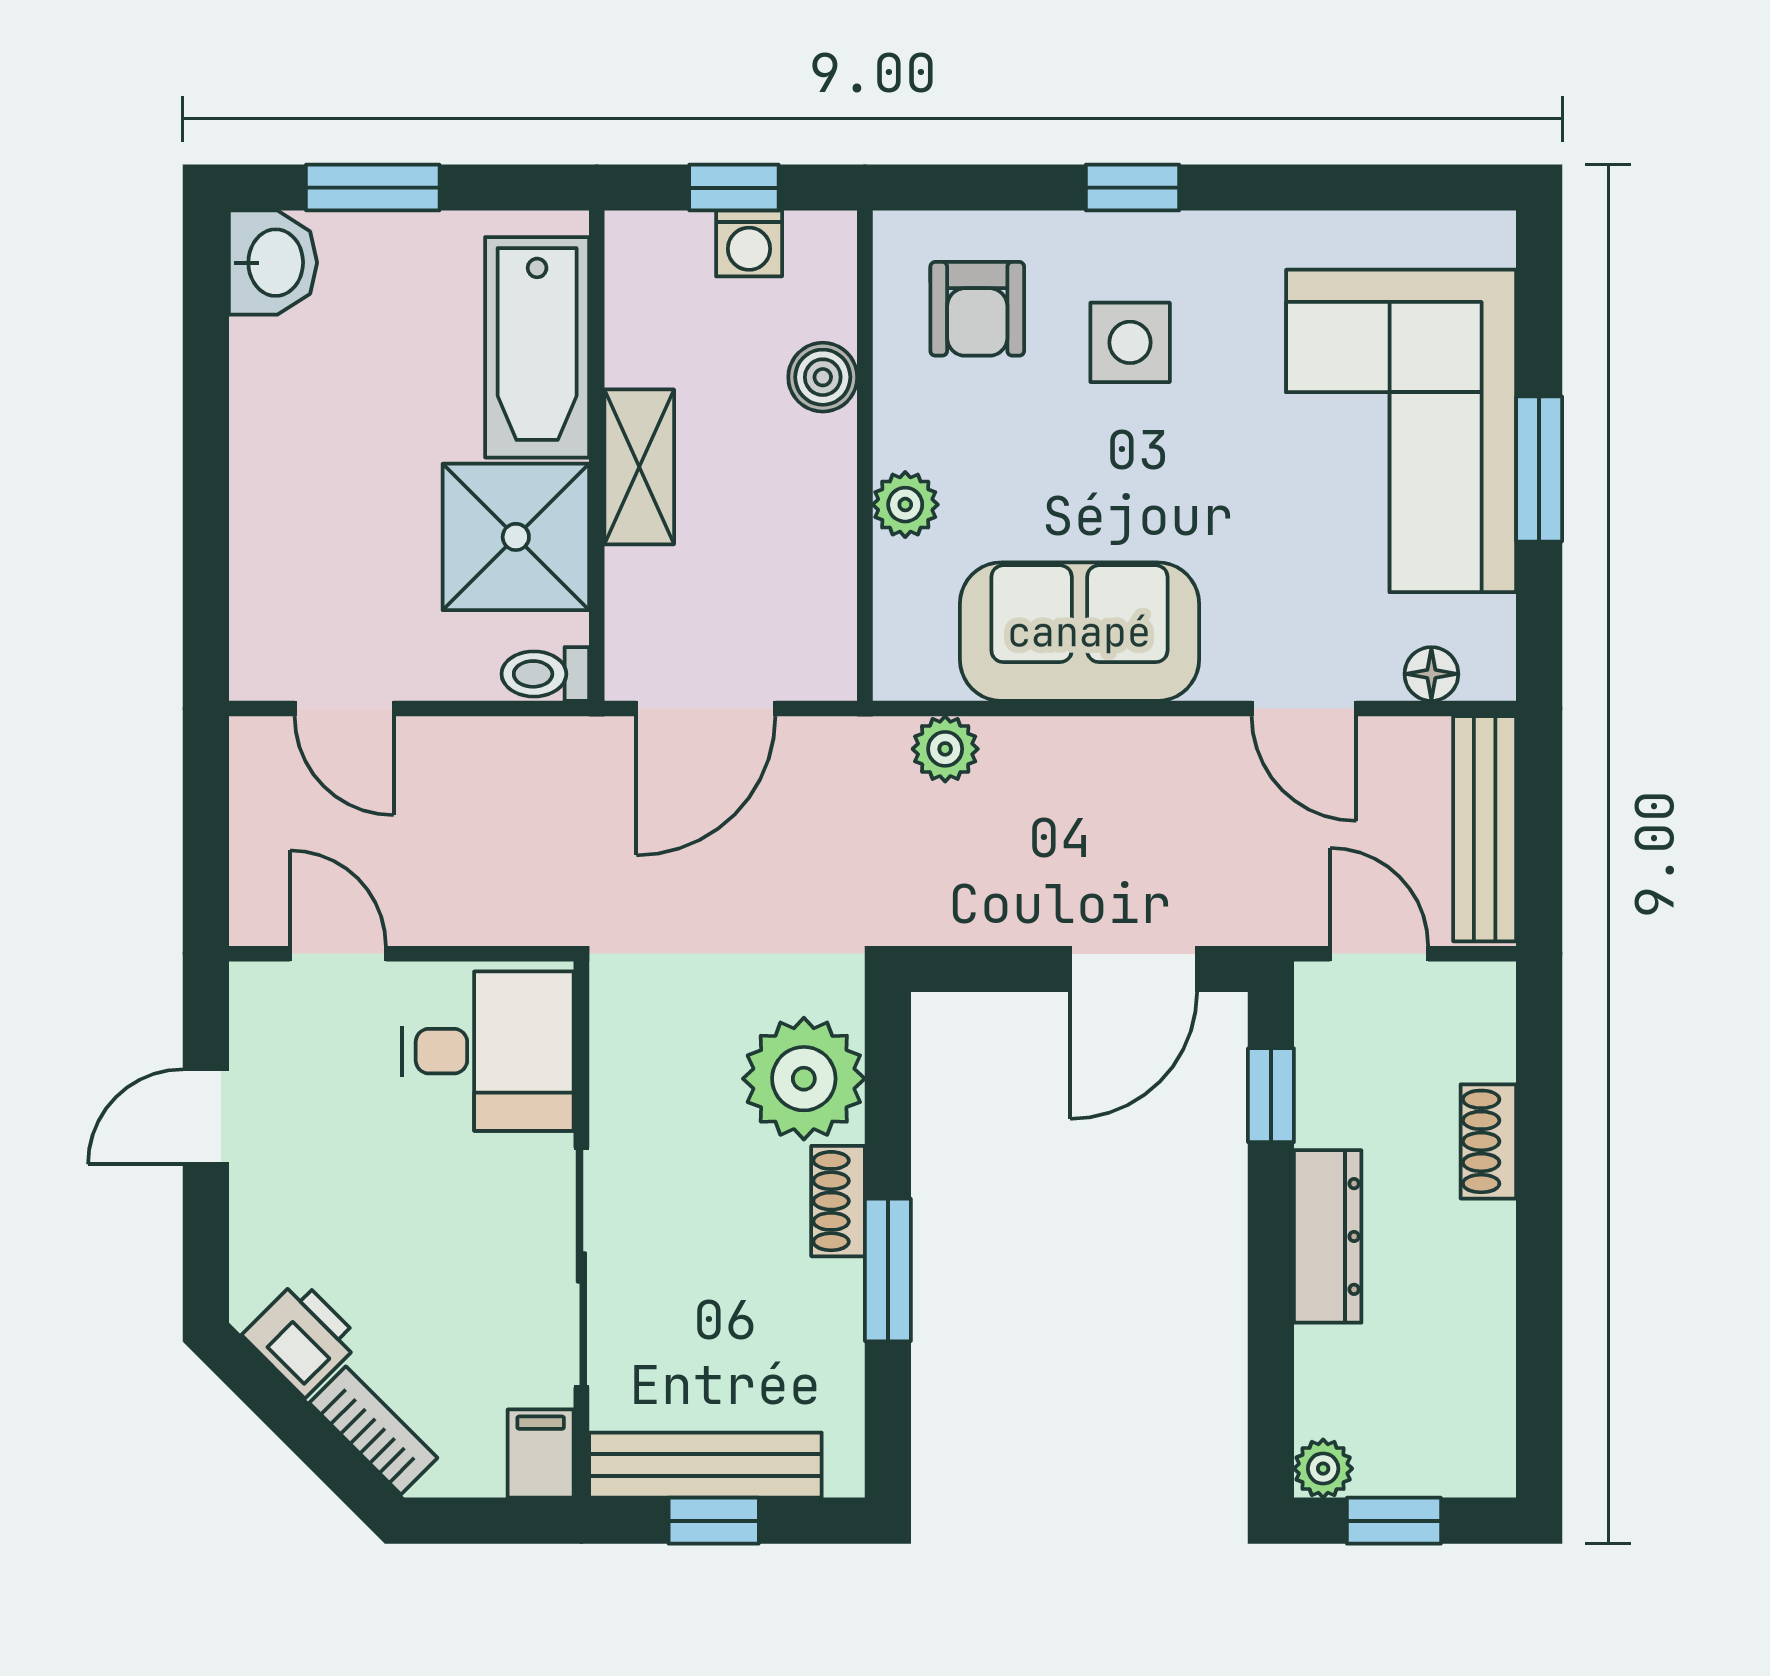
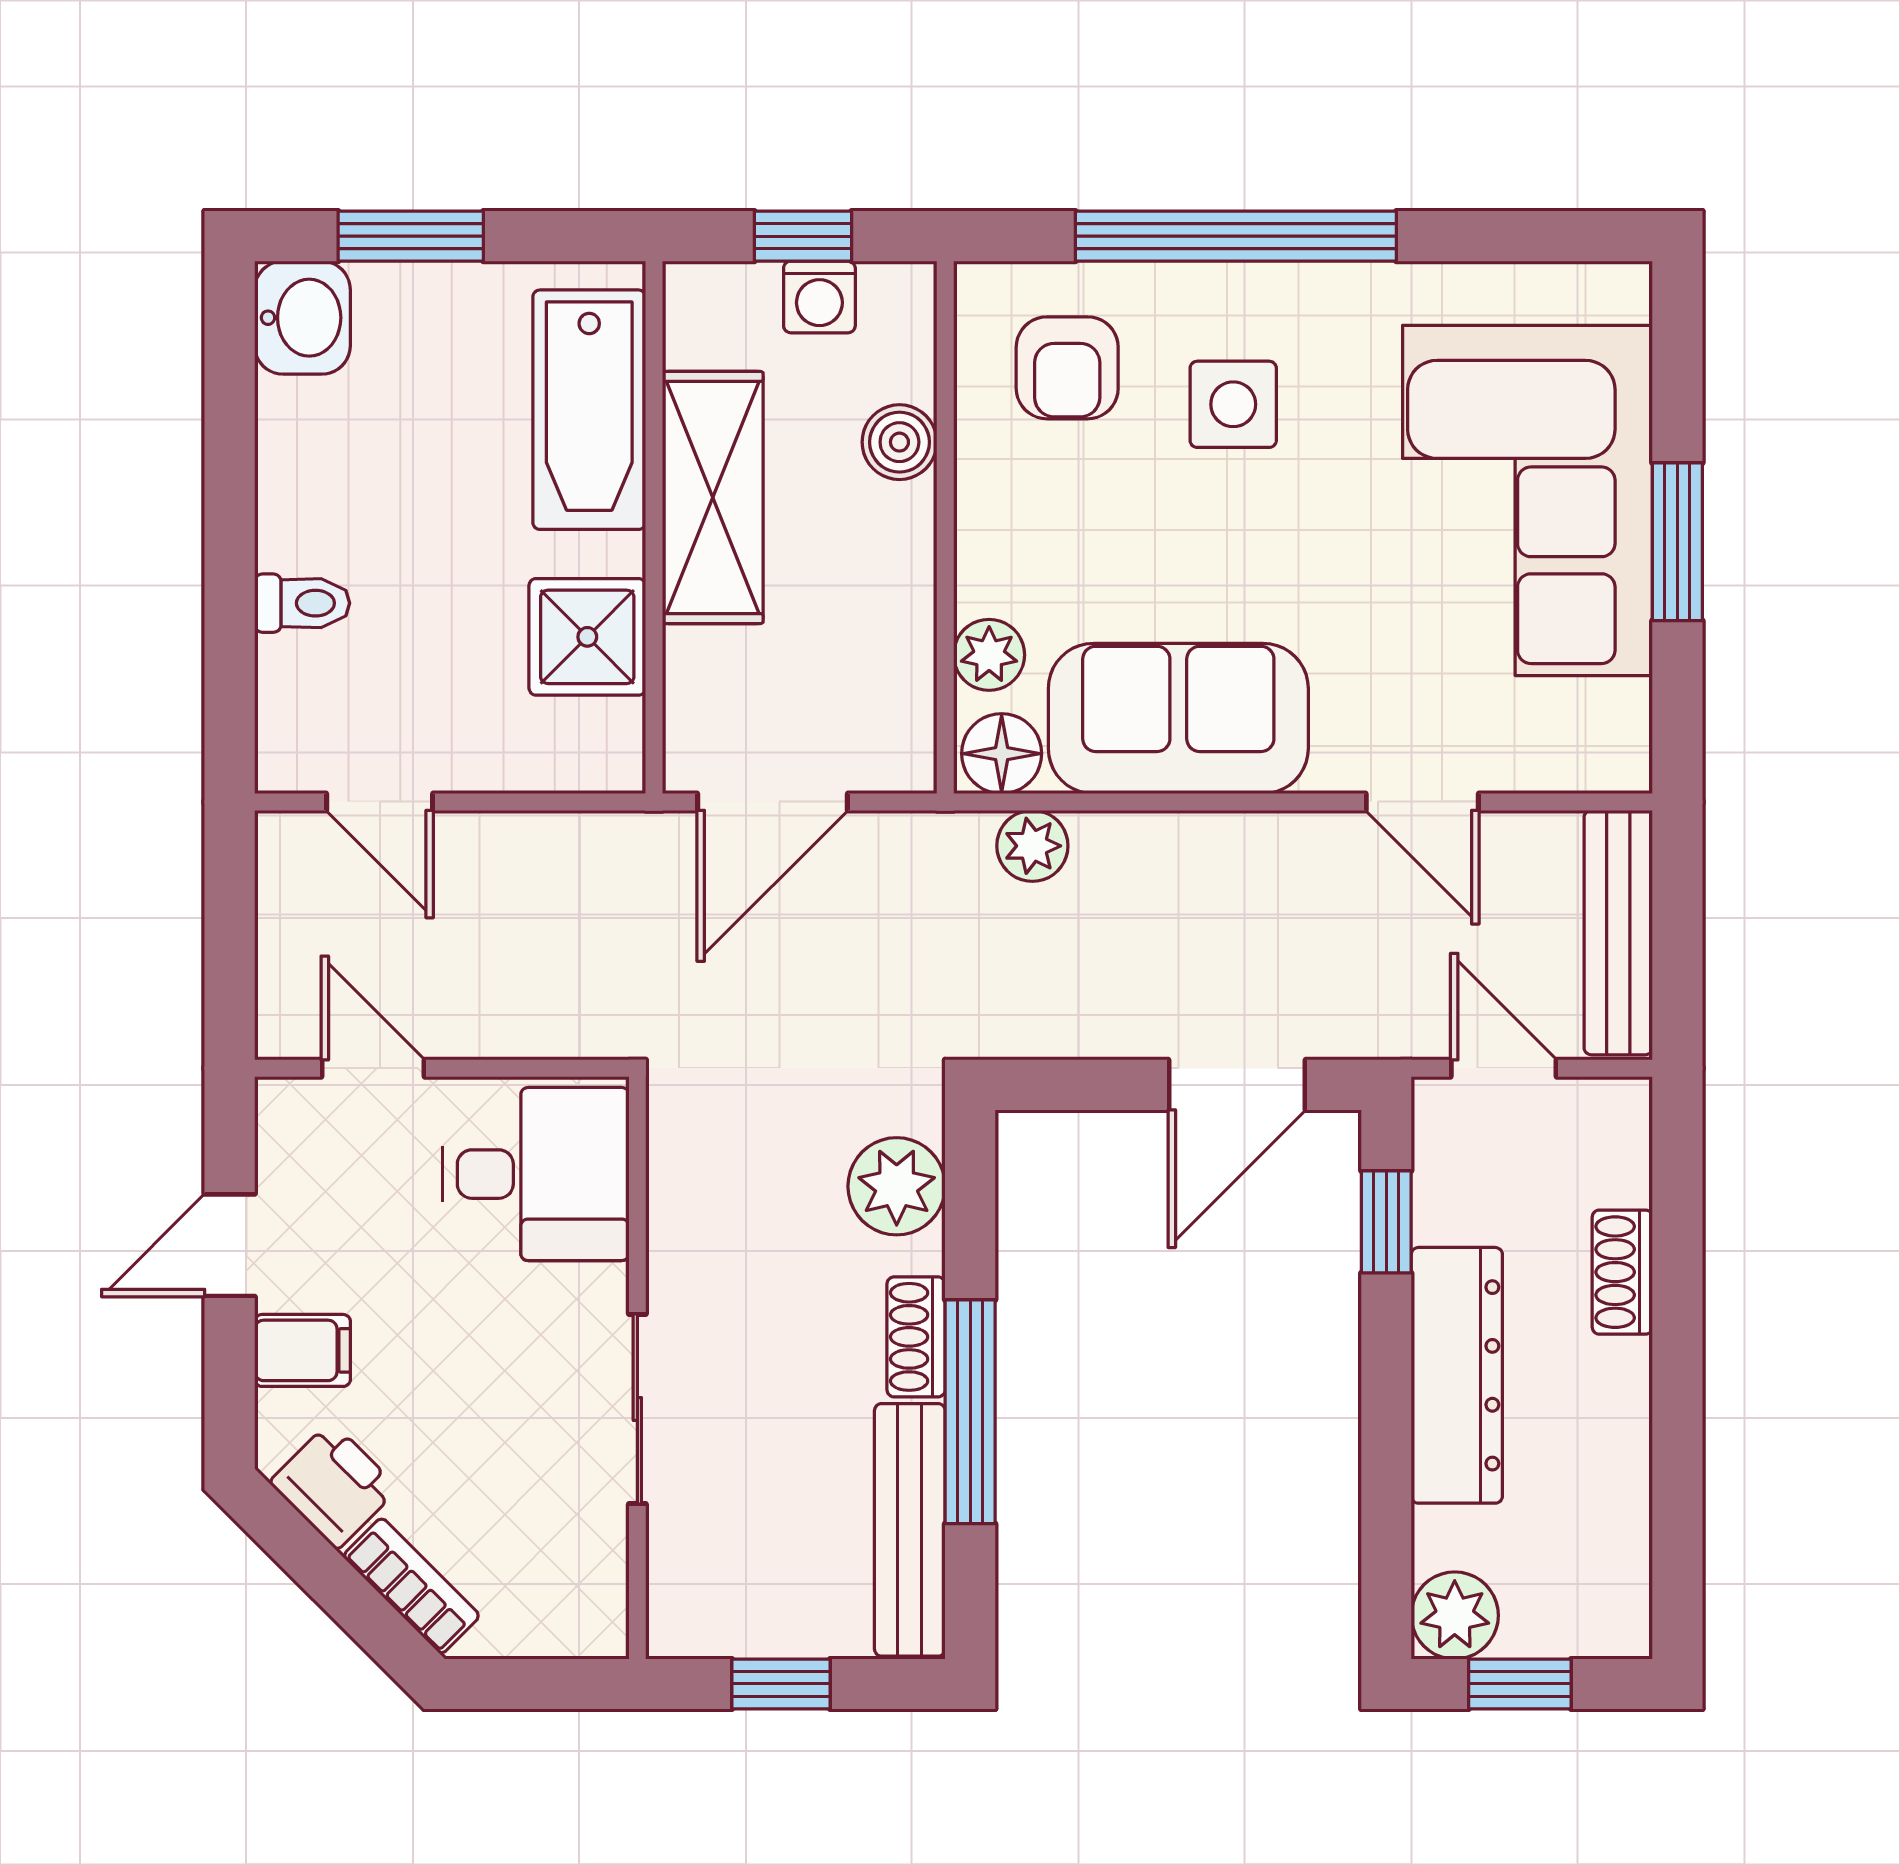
window: (1132, 188) -> (1236, 236), width x3.17
shelving: (639, 467) -> (713, 497), width x1.50, depth x1.33
plant: (905, 505) -> (989, 655), moved
shower: (516, 537) -> (587, 637), width x0.73, depth x0.73
toilet: (545, 674) -> (302, 603), moved, turned 180
floor lamp: (1431, 674) -> (1002, 754), moved, width x1.37, depth x1.37
plant: (804, 1079) -> (897, 1186), width x0.73, depth x0.73
dresser: (1328, 1236) -> (1457, 1375), width x1.37, depth x1.24
sliding door: (581, 1267) -> (637, 1409), width x0.73
window: (888, 1270) -> (970, 1412), width x1.44
filing cabinet: (541, 1454) -> (303, 1350), moved, turned 90
bench: (705, 1465) -> (910, 1530), moved, turned 90
plant: (1323, 1469) -> (1455, 1615), width x1.38, depth x1.38

